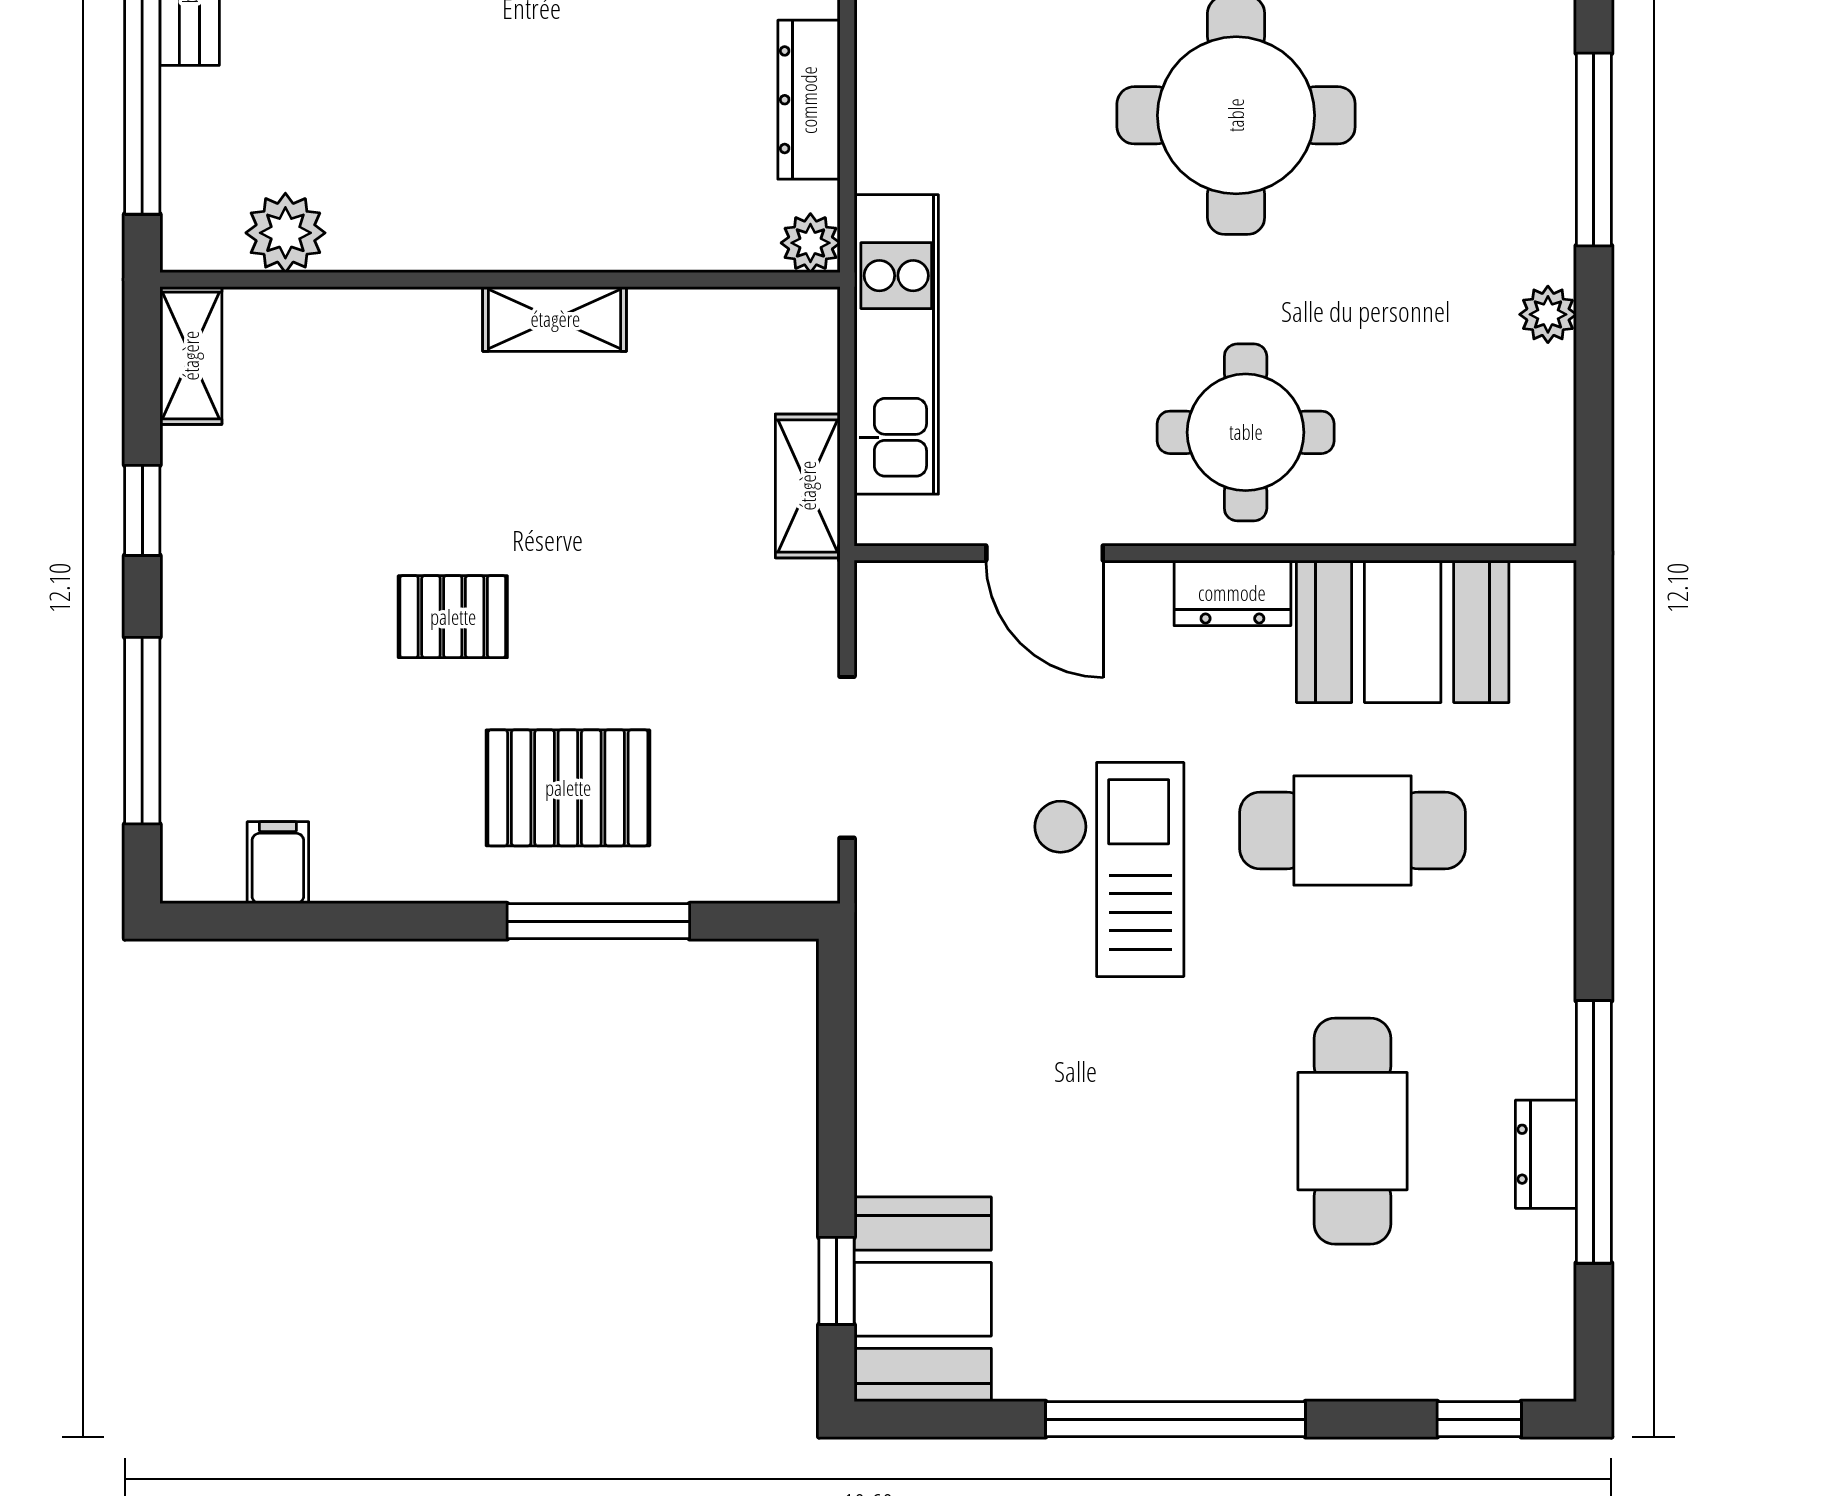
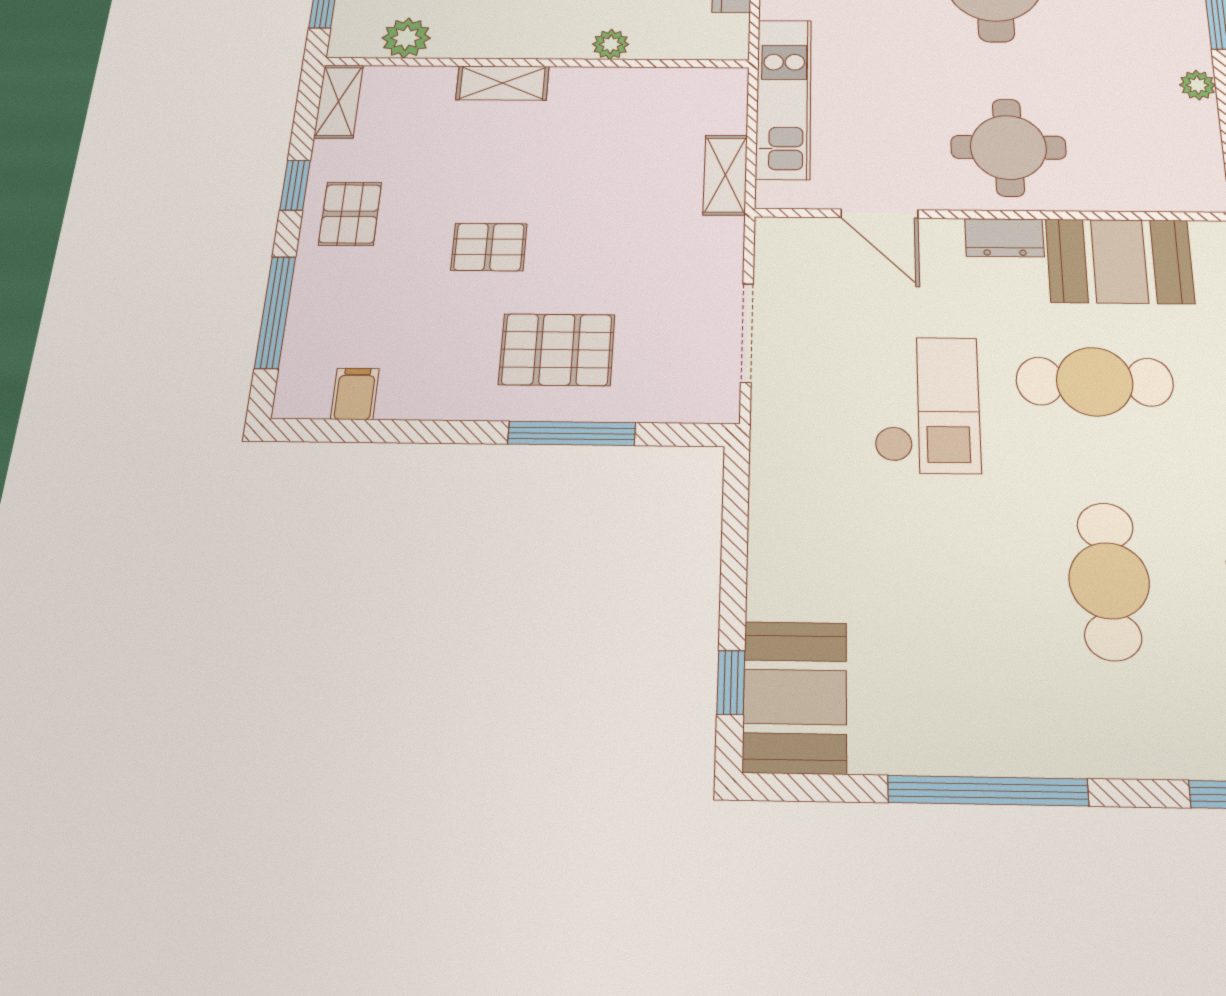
plant: (810, 243) -> (611, 44), moved
shelving: (555, 319) -> (502, 83), moved
pallet: (234, 561) -> (350, 214), added

